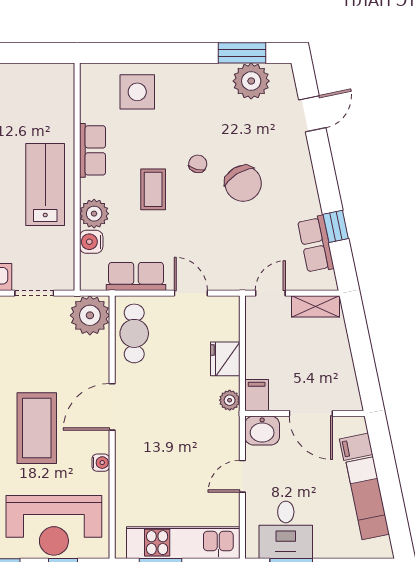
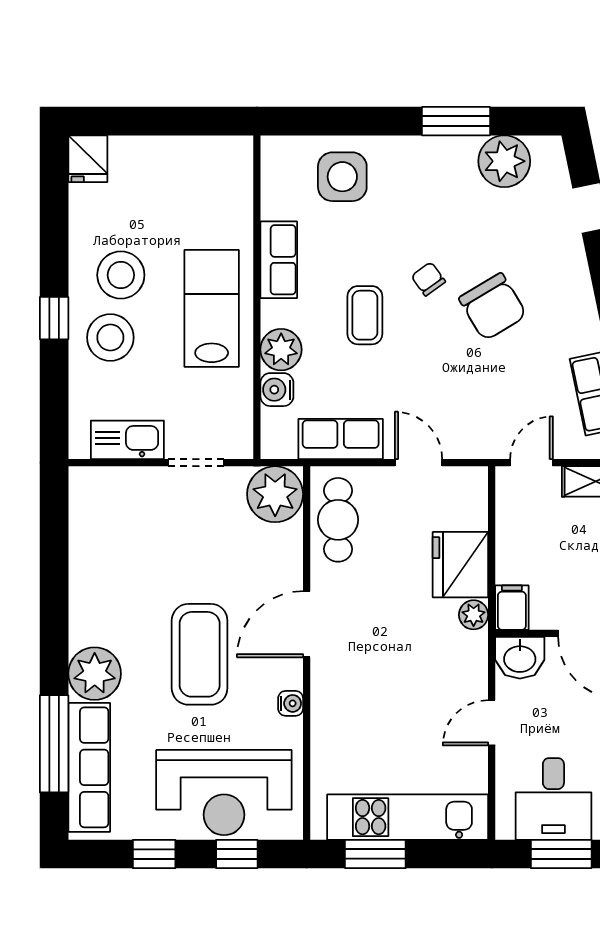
window: (242, 53) -> (456, 121), moved
chair: (198, 164) -> (428, 279), turned -51
fridge: (225, 359) -> (460, 565), width x1.36, depth x1.34

